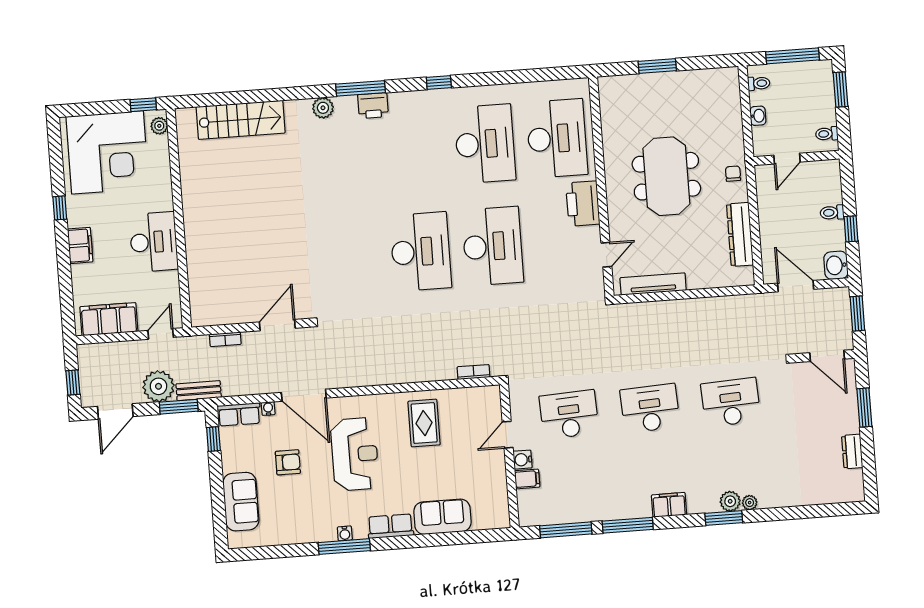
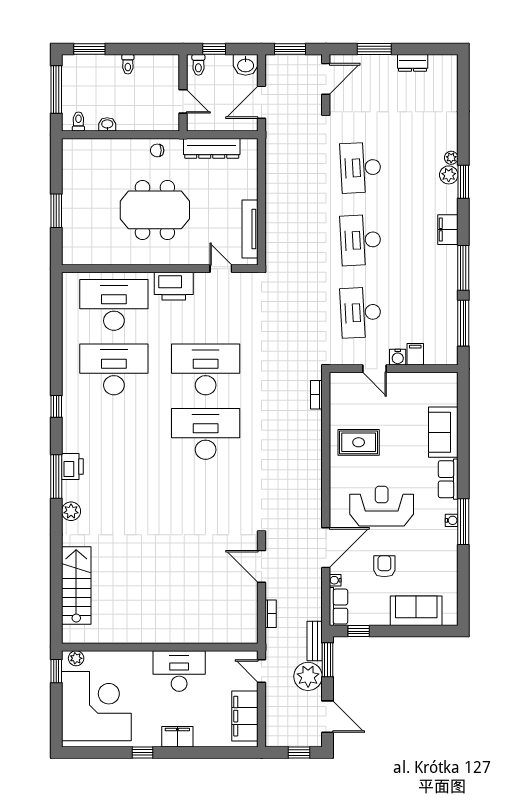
wall: (797, 158) -> (183, 93), moved
door: (787, 159) -> (183, 101), moved

